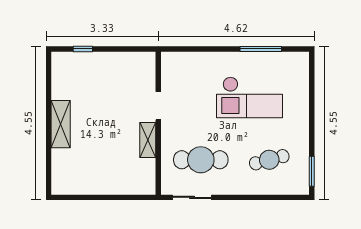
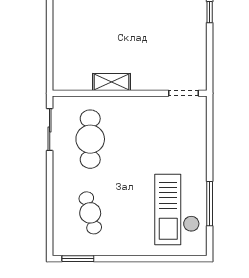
checkout: (250, 97) -> (177, 210), moved
doorway: (158, 106) -> (184, 93), moved

